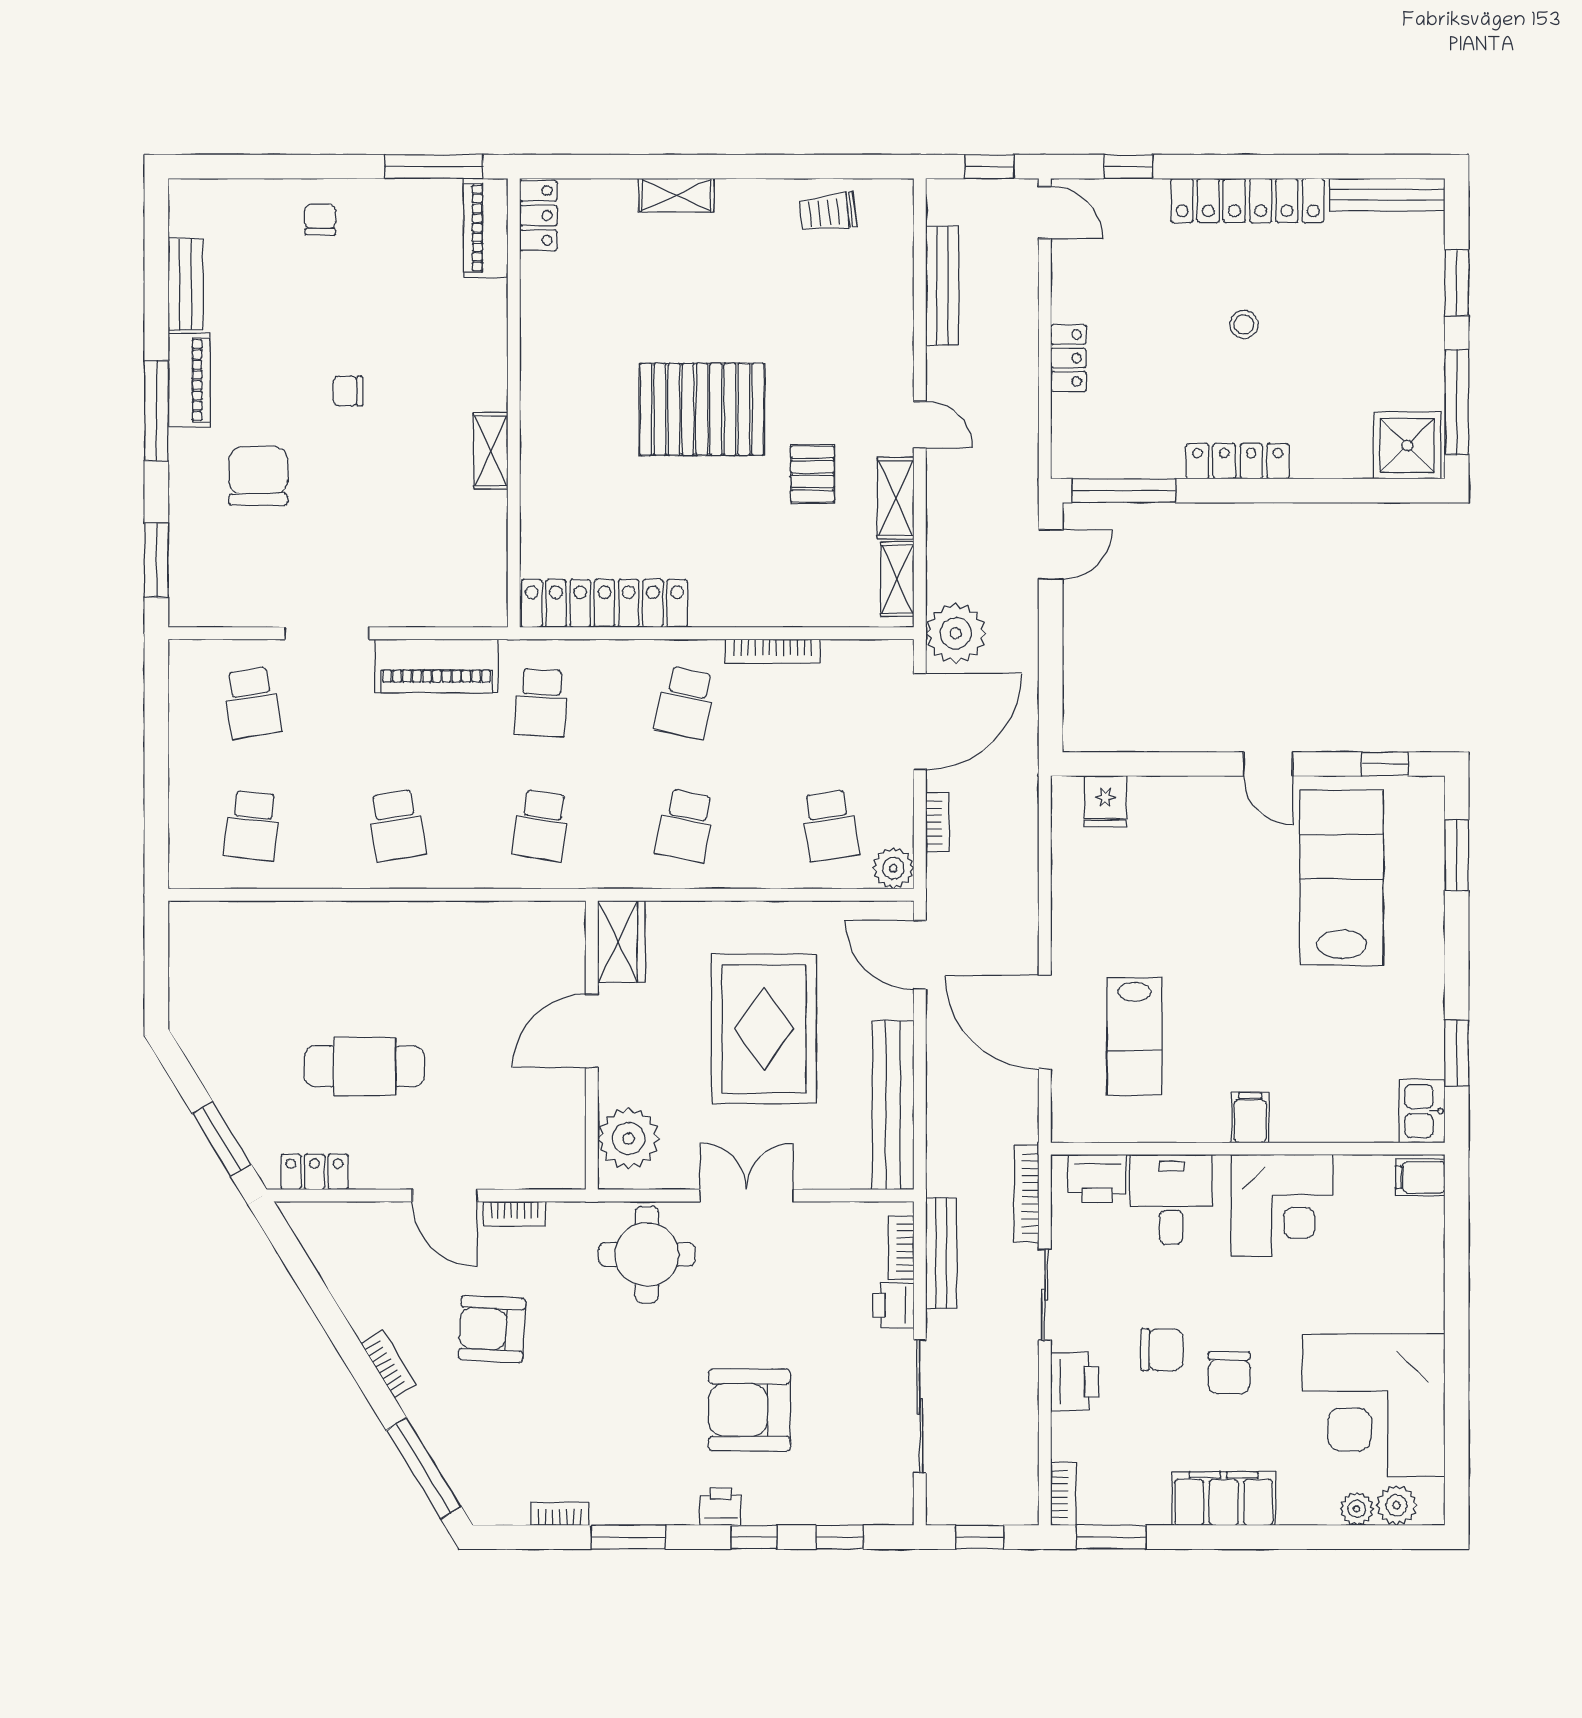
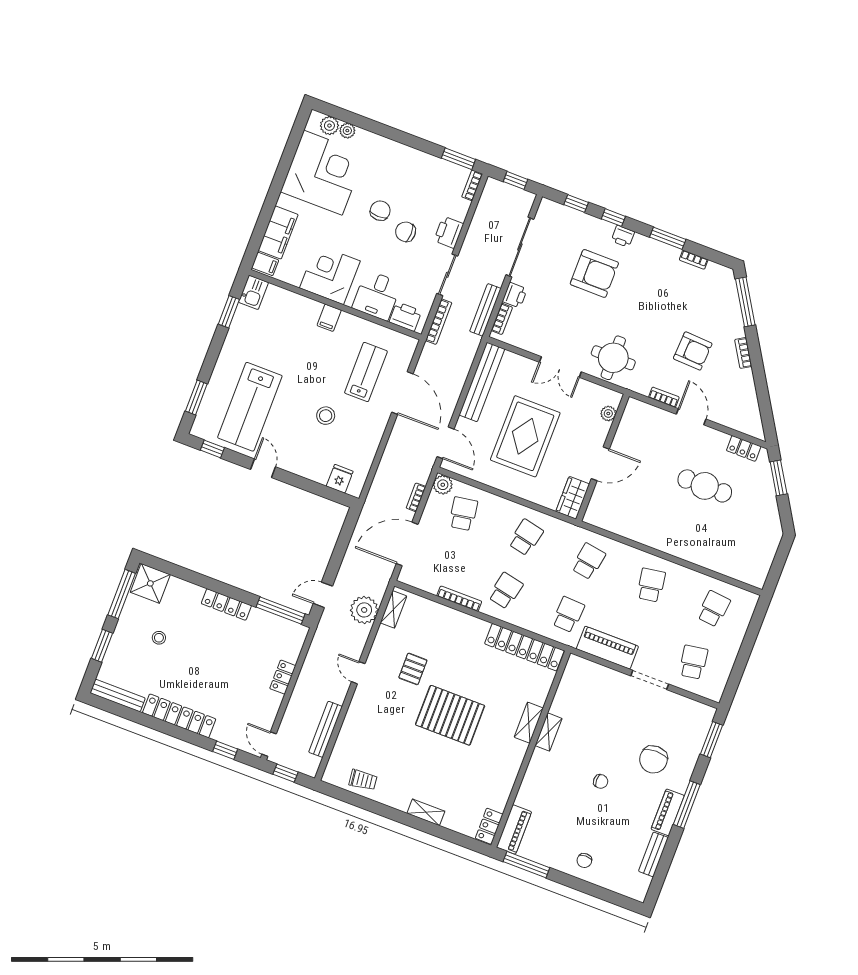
stool: (1244, 324) -> (159, 638), moved
shelving: (896, 498) -> (529, 723), moved
plant: (956, 633) -> (364, 610), moved
stool: (1182, 918) -> (326, 416), added
plant: (629, 1138) -> (608, 413), width x0.53, depth x0.53
filing cabinet: (1224, 1499) -> (278, 232), moved, turned -90

